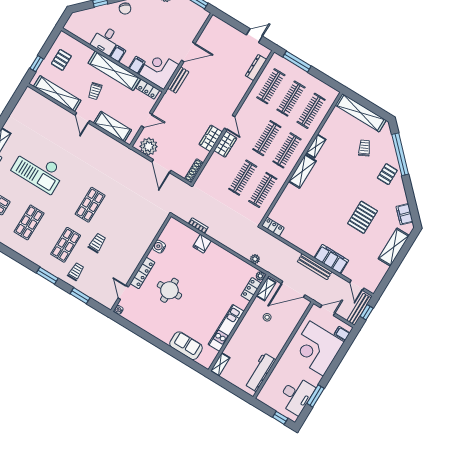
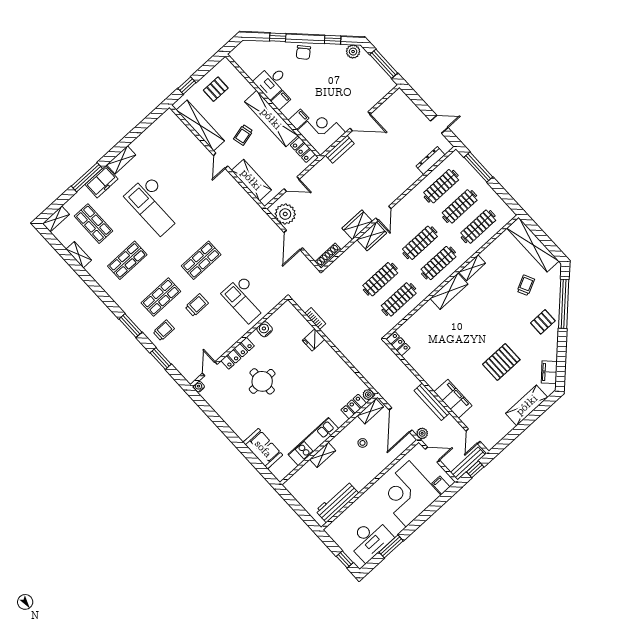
checkout: (136, 226) -> (245, 299), added
plant: (255, 259) -> (422, 433), moved
door: (293, 289) -> (401, 420), hinge flipped
shelving: (220, 364) -> (323, 455), moved

